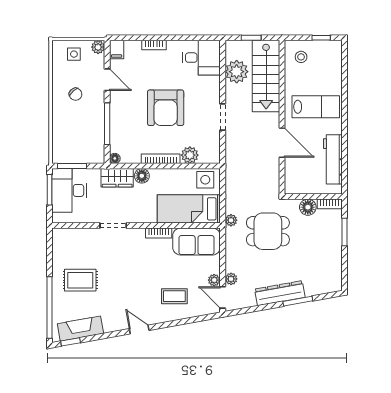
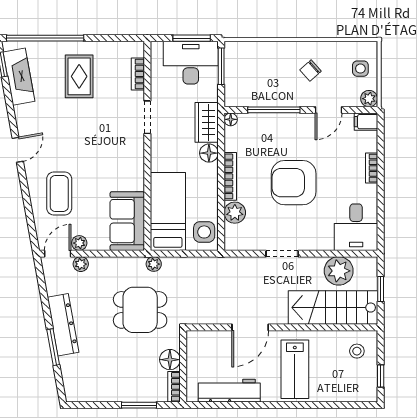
dining table: (268, 231) -> (140, 310), turned 90
bookcase: (159, 233) -> (138, 74), moved
coffee table: (174, 296) -> (59, 193), width x1.36, depth x1.30

